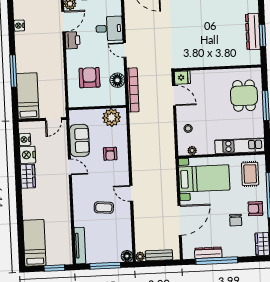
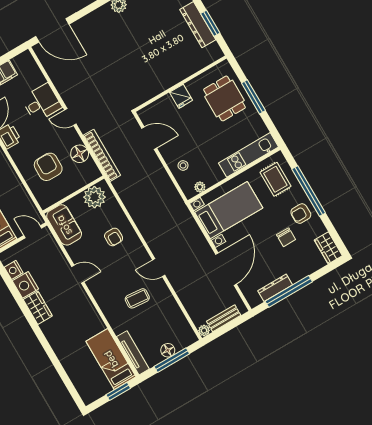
fridge: (182, 77) -> (181, 96), moved, turned 90
door: (53, 119) -> (33, 232), swing flipped
sofa: (79, 141) -> (64, 225), moved
bed: (34, 243) -> (111, 359), moved
floor lamp: (127, 256) -> (168, 350), moved

